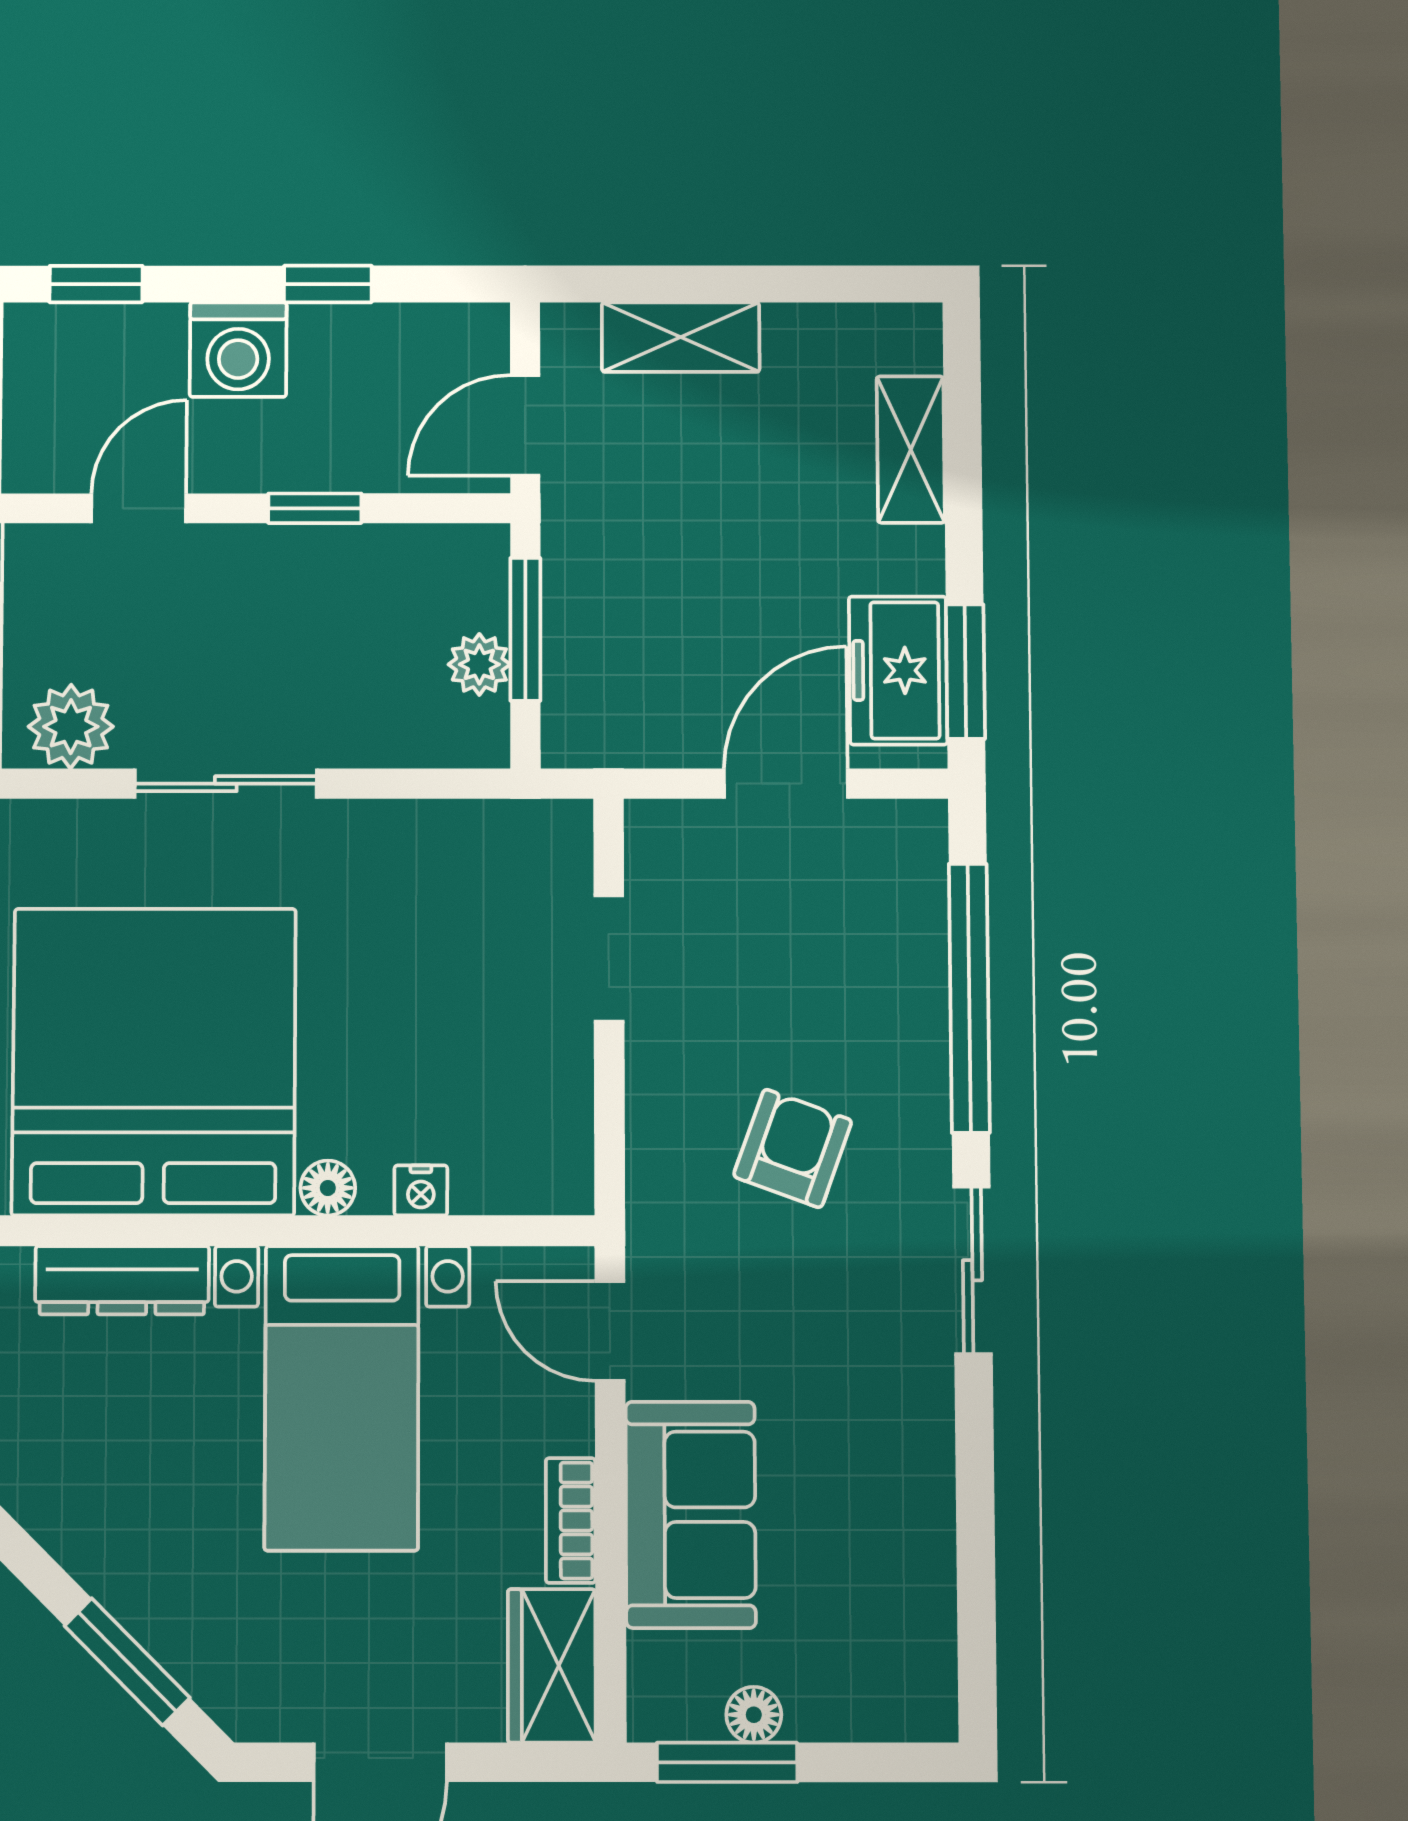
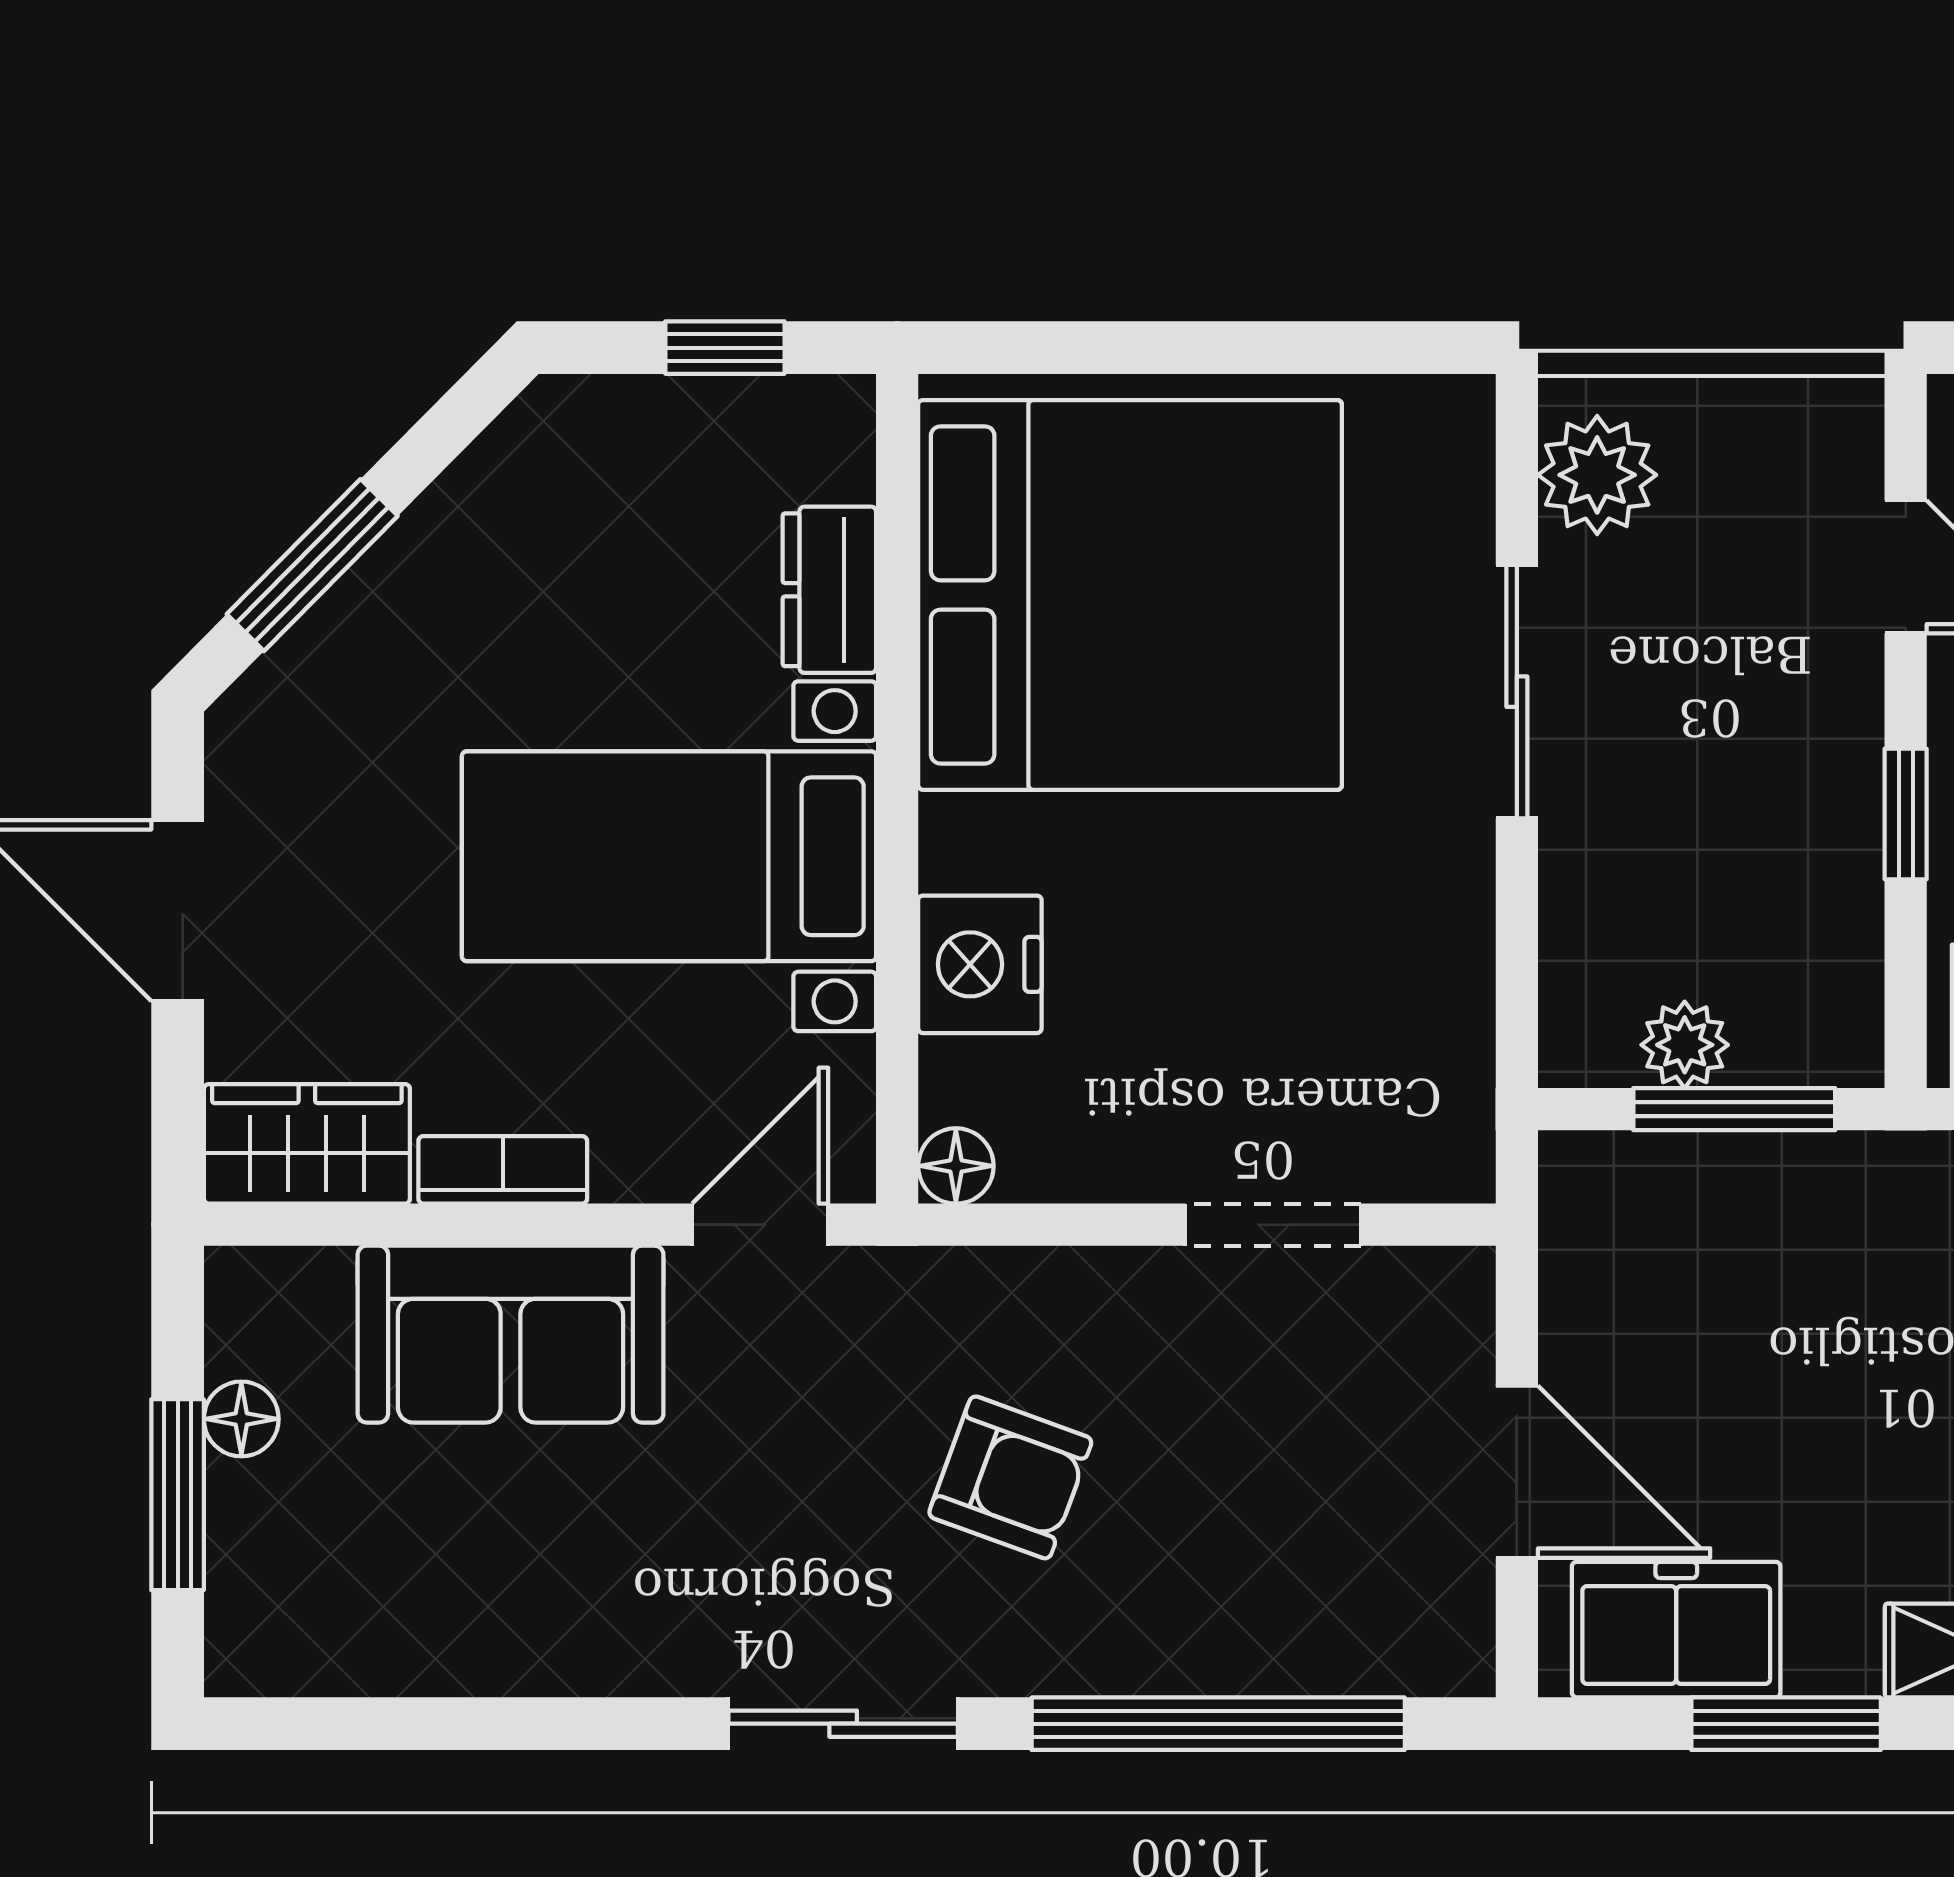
window: (965, 672) -> (1786, 1724), moved
floor lamp: (328, 1188) -> (956, 1166), moved
nightstand: (421, 1190) -> (980, 964), width x1.89, depth x1.79
dresser: (122, 1280) -> (829, 590), width x0.70
window: (727, 1762) -> (178, 1495), moved

